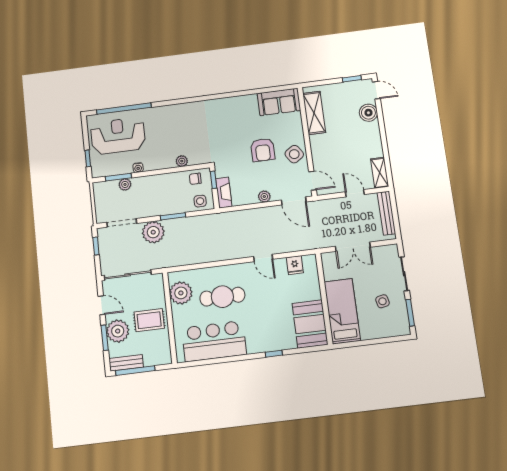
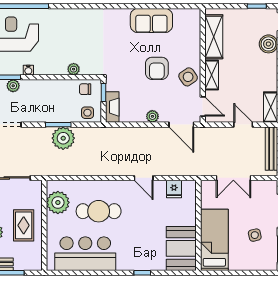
sofa: (279, 102) -> (151, 21), moved
shelving: (317, 149) -> (212, 75), added
plant: (153, 232) -> (63, 138), moved
rug: (149, 320) -> (24, 225), turned 90

